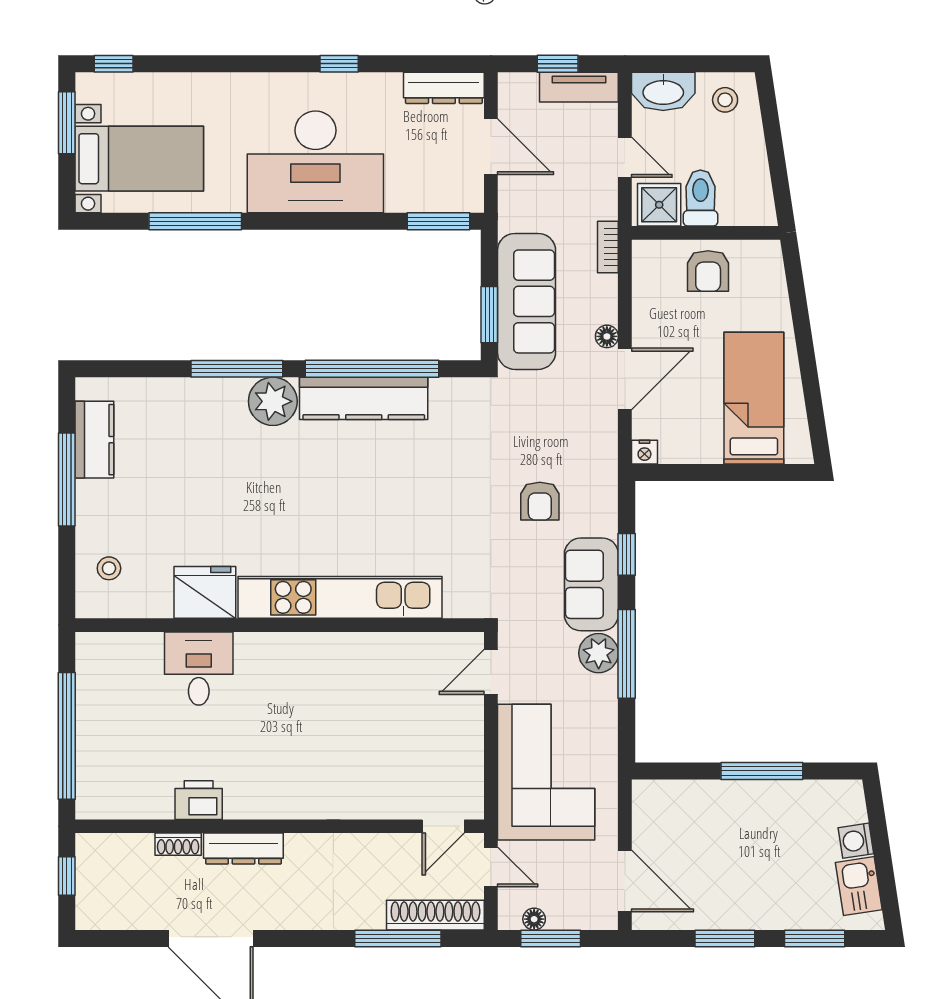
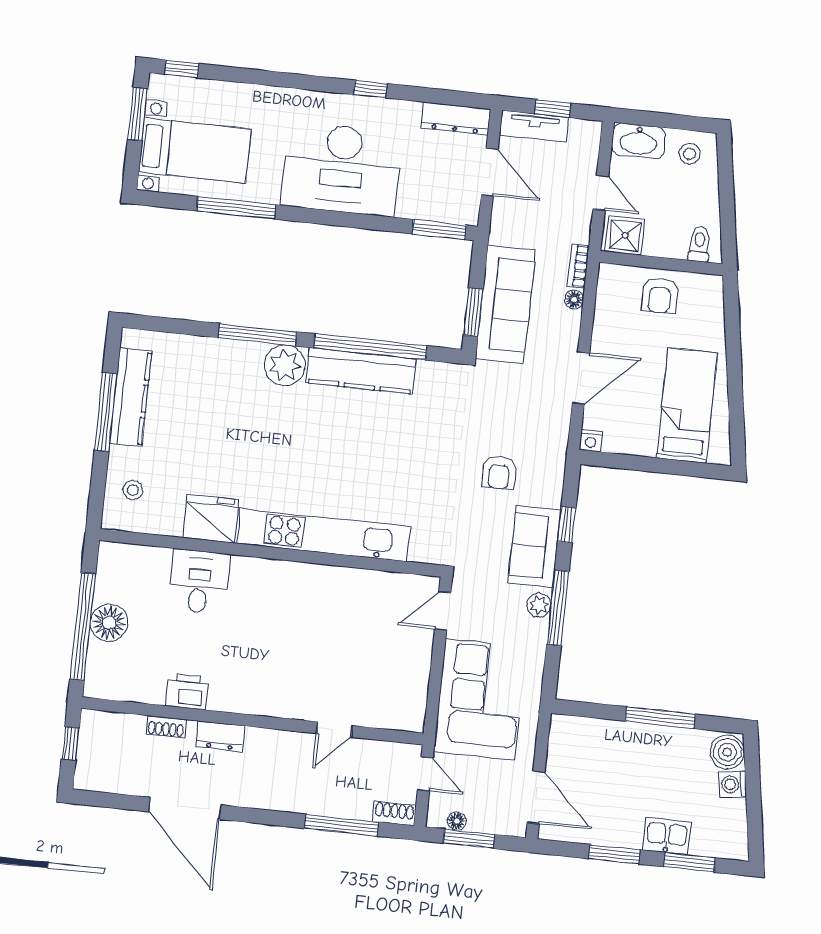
tv unit: (579, 87) -> (535, 126), moved
toilet: (700, 198) -> (699, 244), moved, width x0.73, depth x0.72
floor lamp: (607, 336) -> (574, 299), moved
kitchen counter: (94, 440) -> (131, 397), width x1.50
plant: (599, 653) -> (539, 605), width x0.73, depth x0.73
floor lamp: (97, 728) -> (109, 623), added
boiler: (846, 803) -> (727, 752), added
door: (443, 826) -> (334, 730), moved
dresser: (243, 849) -> (220, 736), width x0.70
kitchen sink: (859, 886) -> (667, 836), moved, turned 99
shoe rack: (435, 915) -> (394, 813), width x0.51, depth x0.81

